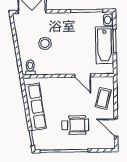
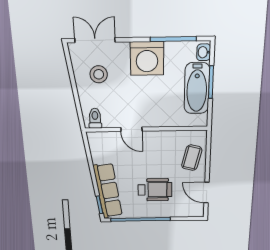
washing machine: (68, 24) -> (147, 58), added
stool: (45, 43) -> (99, 74), moved
door: (83, 76) -> (131, 129), moved
row of seats: (35, 107) -> (108, 191), moved

